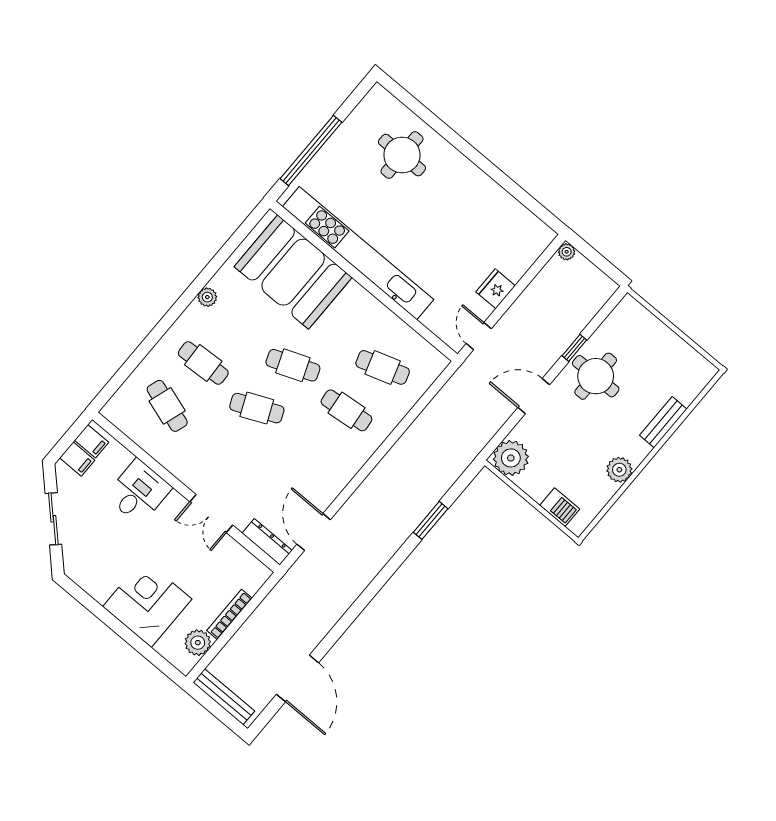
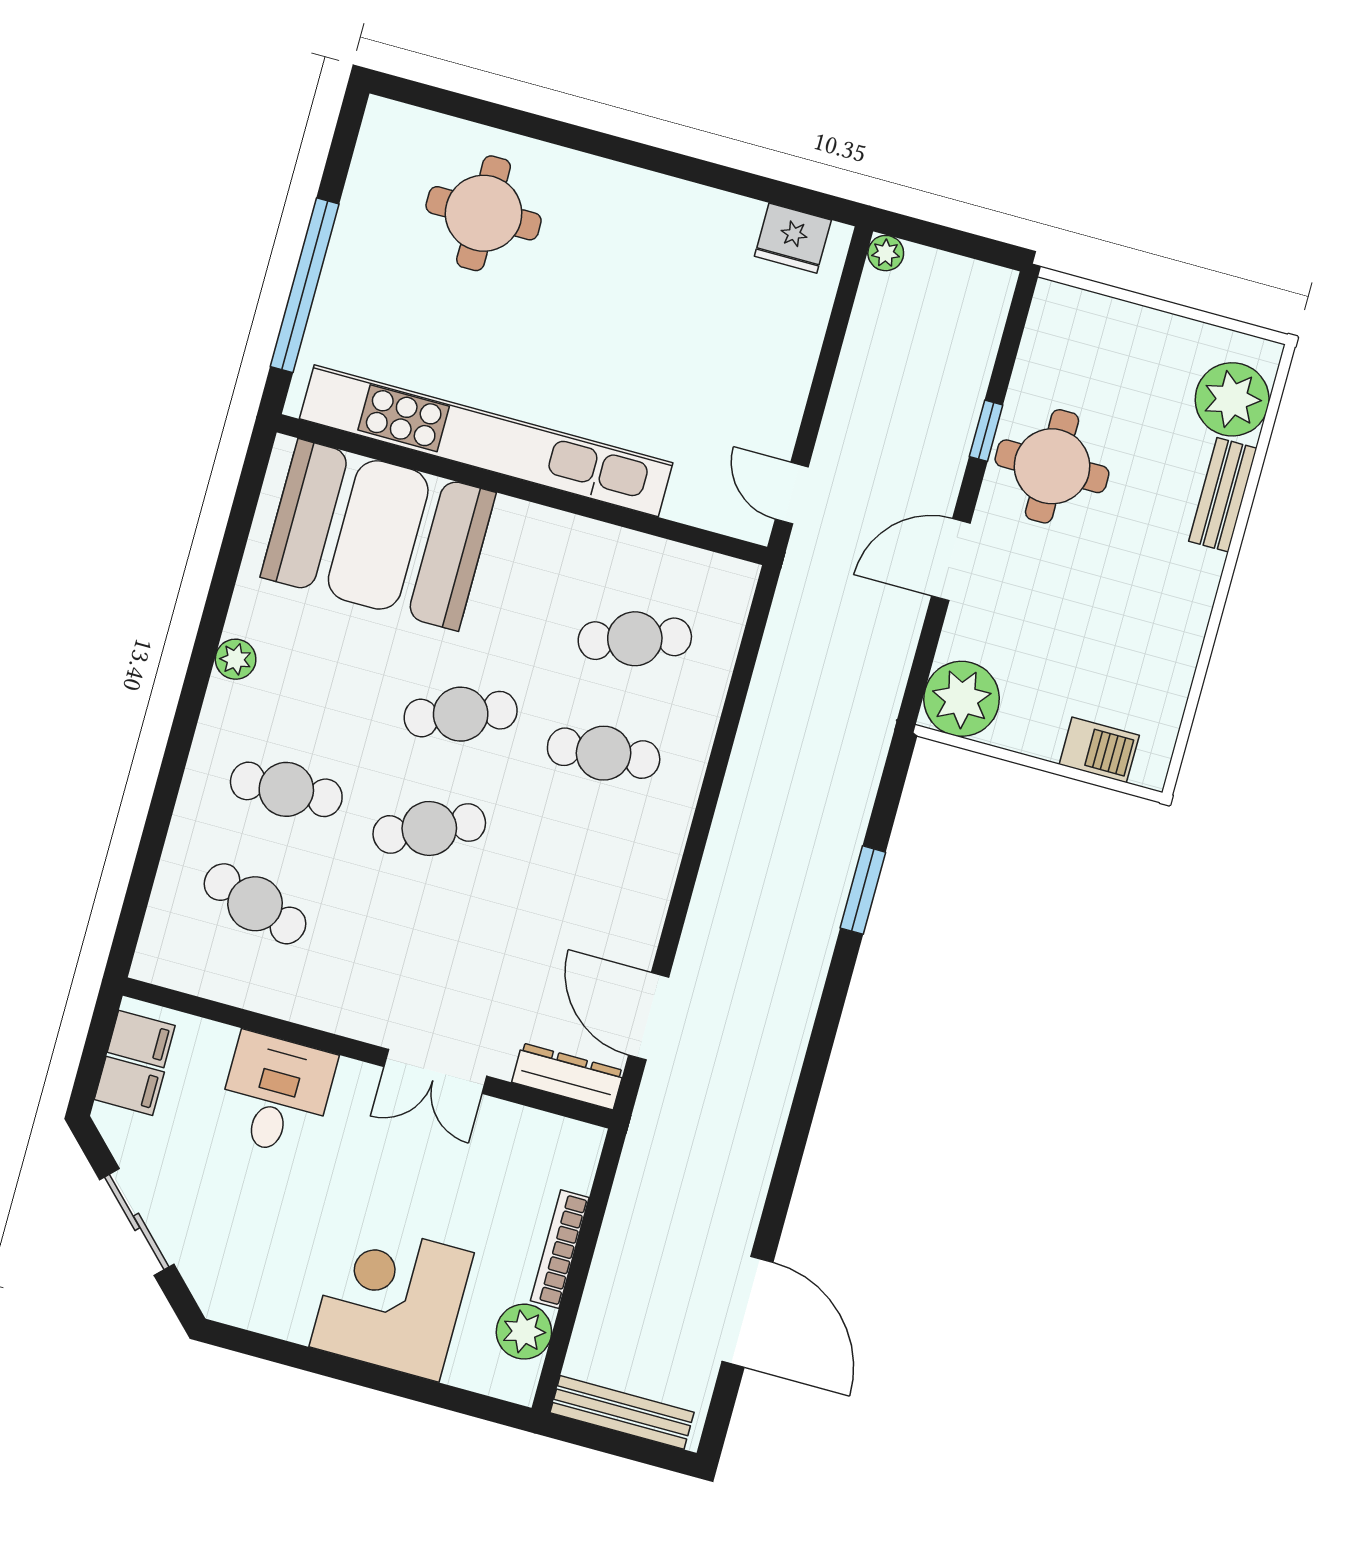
fridge: (496, 289) -> (793, 238), moved, turned -90
plant: (619, 470) -> (1232, 399), moved, width x1.36, depth x1.36

